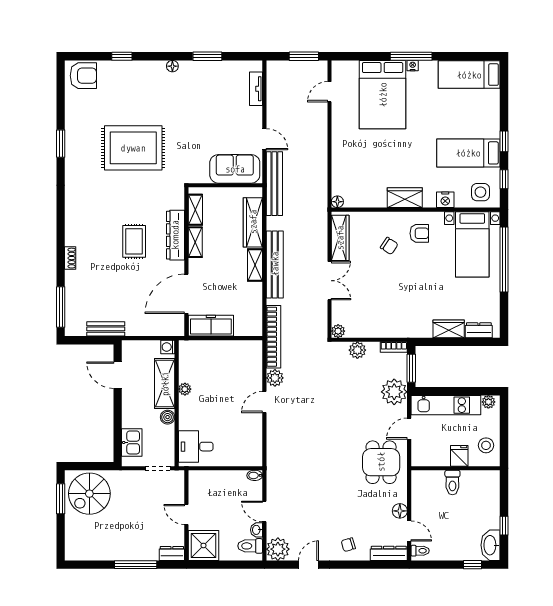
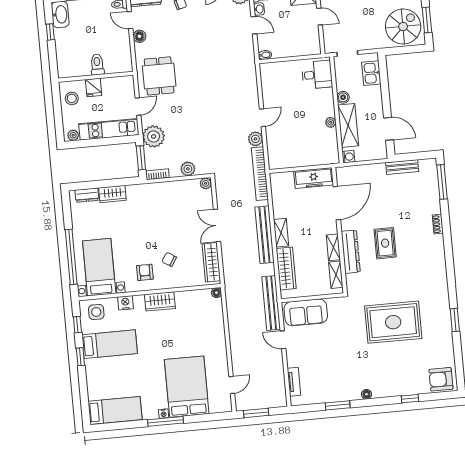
armchair: (419, 233) -> (145, 272), turned 90

